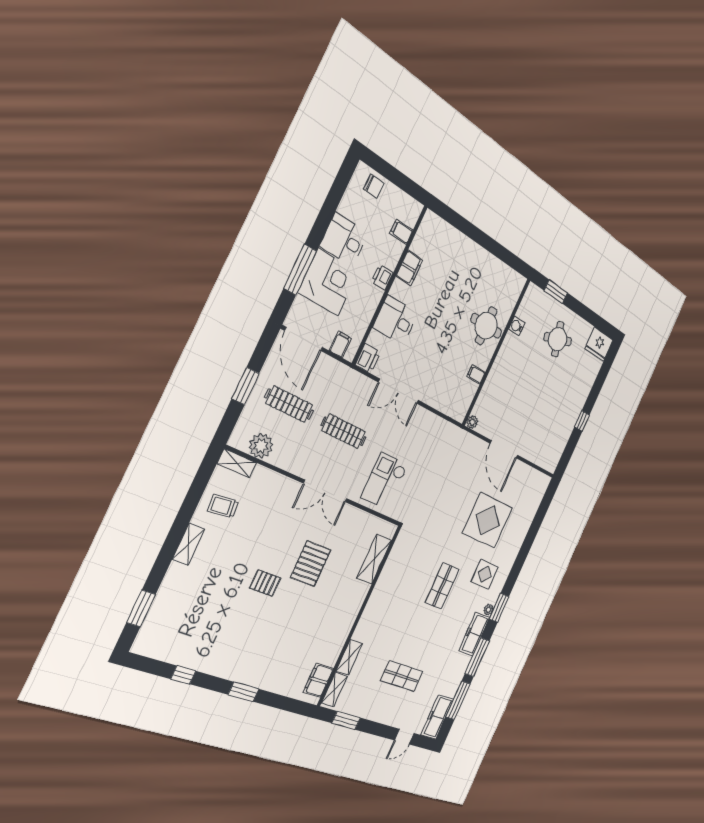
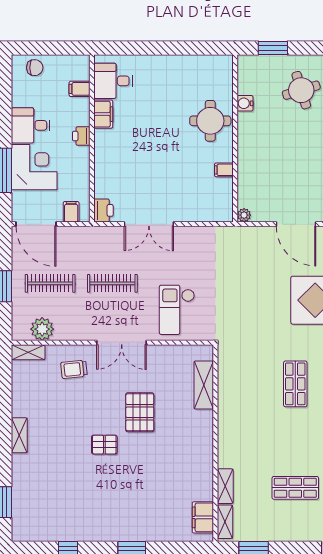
desk: (395, 320) -> (113, 81), moved
trolley: (223, 506) -> (74, 369), moved

